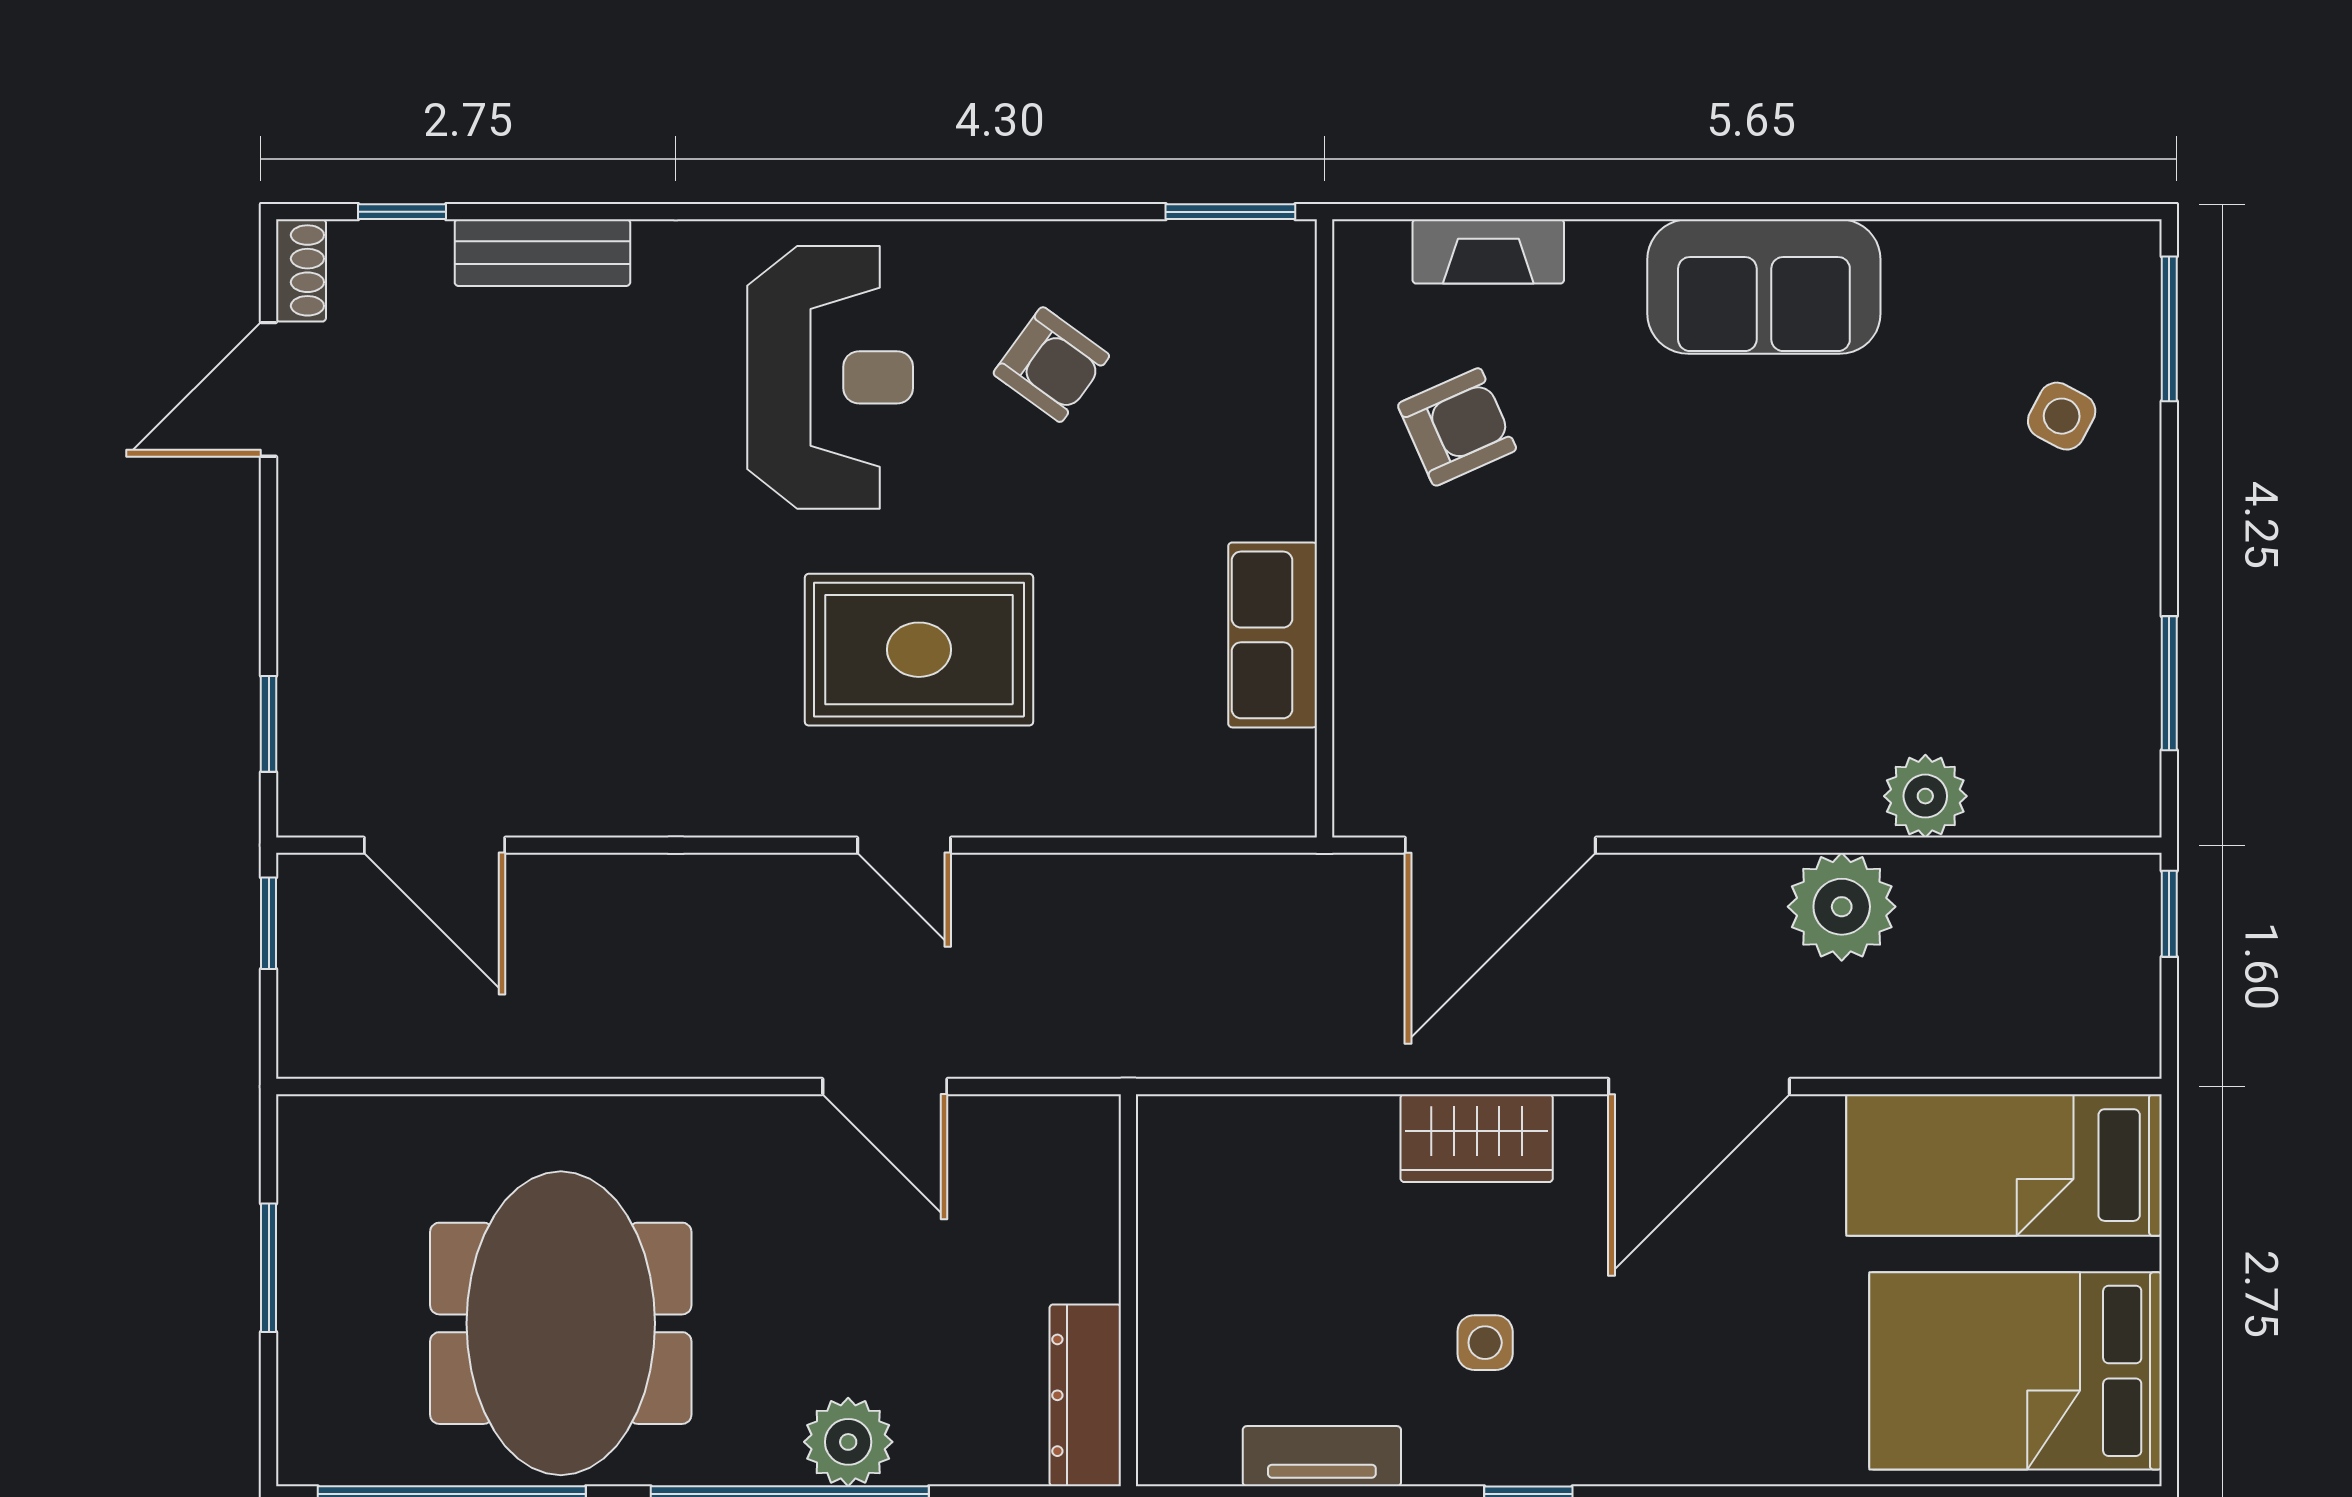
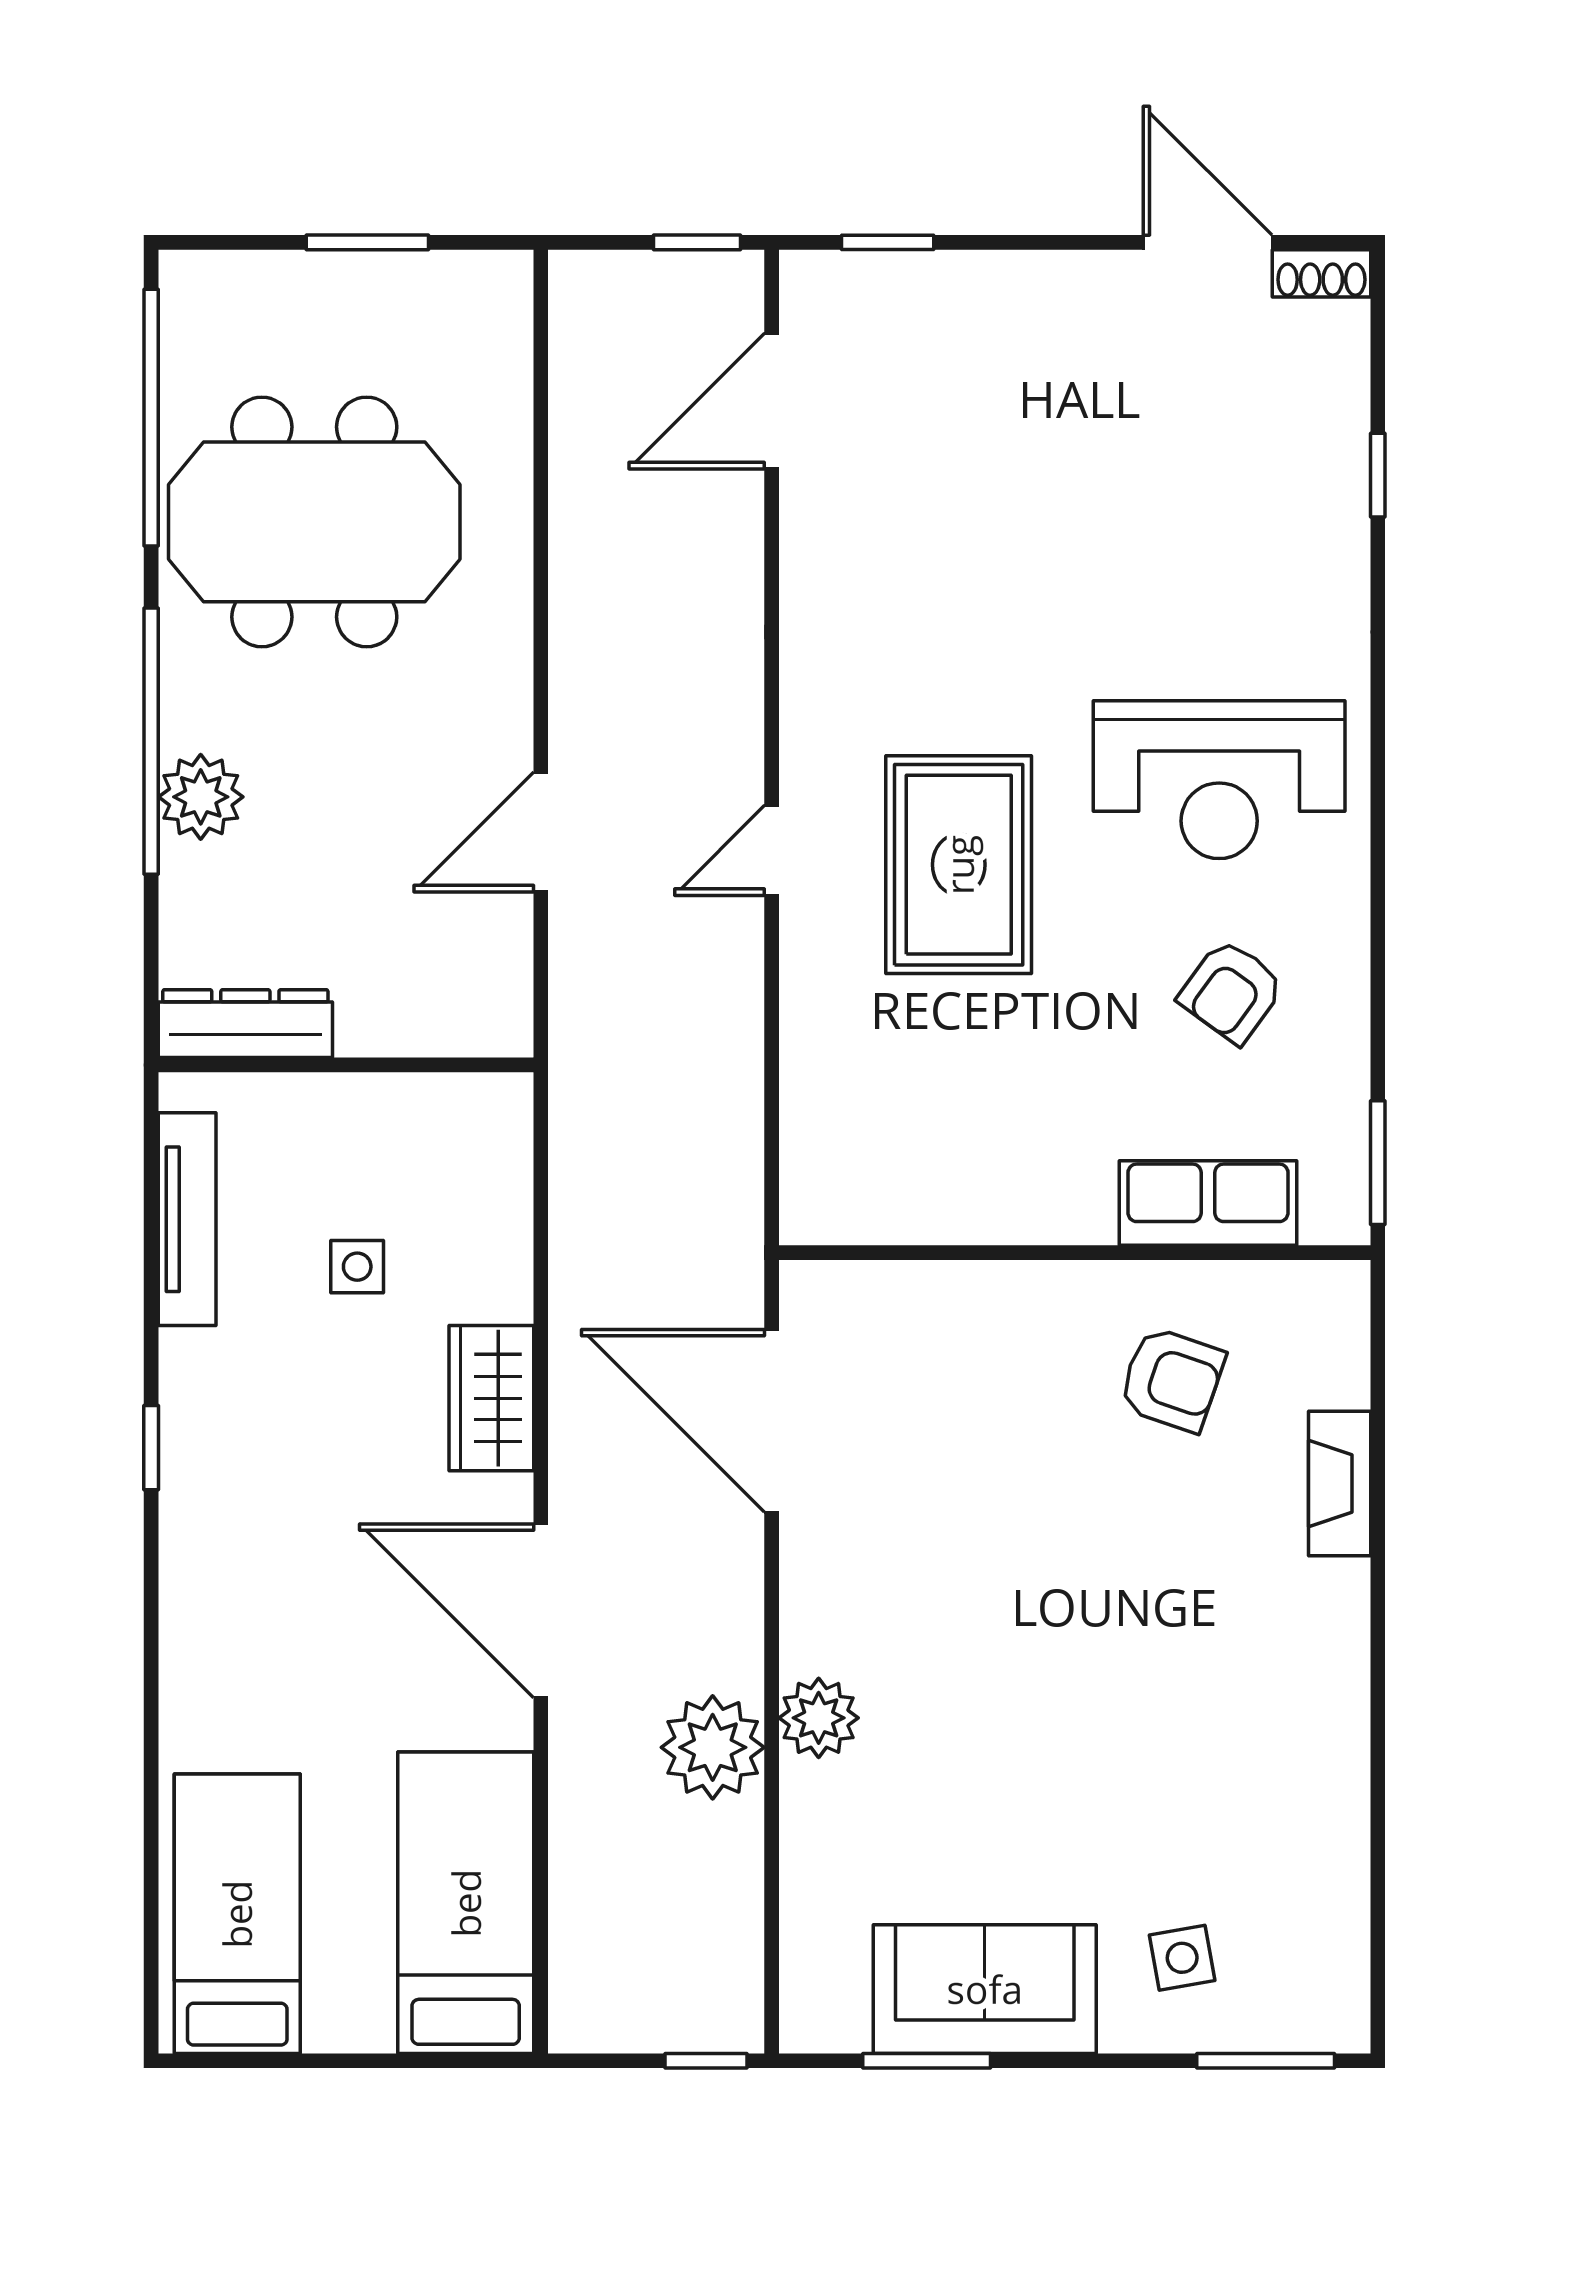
window: (402, 212) -> (1378, 475), moved
fireplace: (1488, 251) -> (1340, 1483), moved
bench: (542, 253) -> (1339, 504), removed
sofa: (1764, 286) -> (985, 1989), moved, turned 90
side table: (2062, 416) -> (1182, 1958), turned -38
armchair: (1457, 427) -> (1172, 1379), turned -47
row of seats: (1273, 635) -> (1208, 1203), moved
plant: (1925, 796) -> (819, 1718), moved
side table: (1485, 1343) -> (357, 1267), moved
bed: (2016, 1371) -> (237, 1914), width x0.67
tv unit: (1322, 1456) -> (187, 1219), width x1.41

